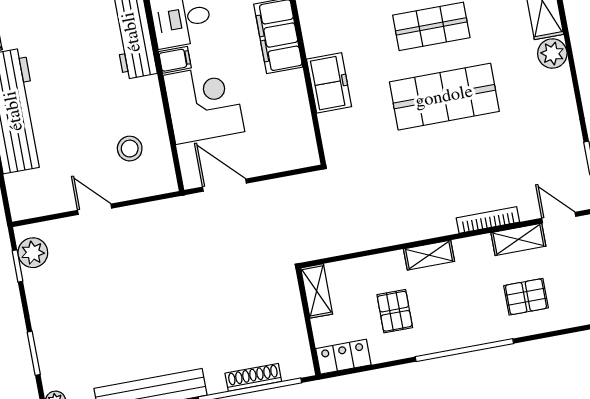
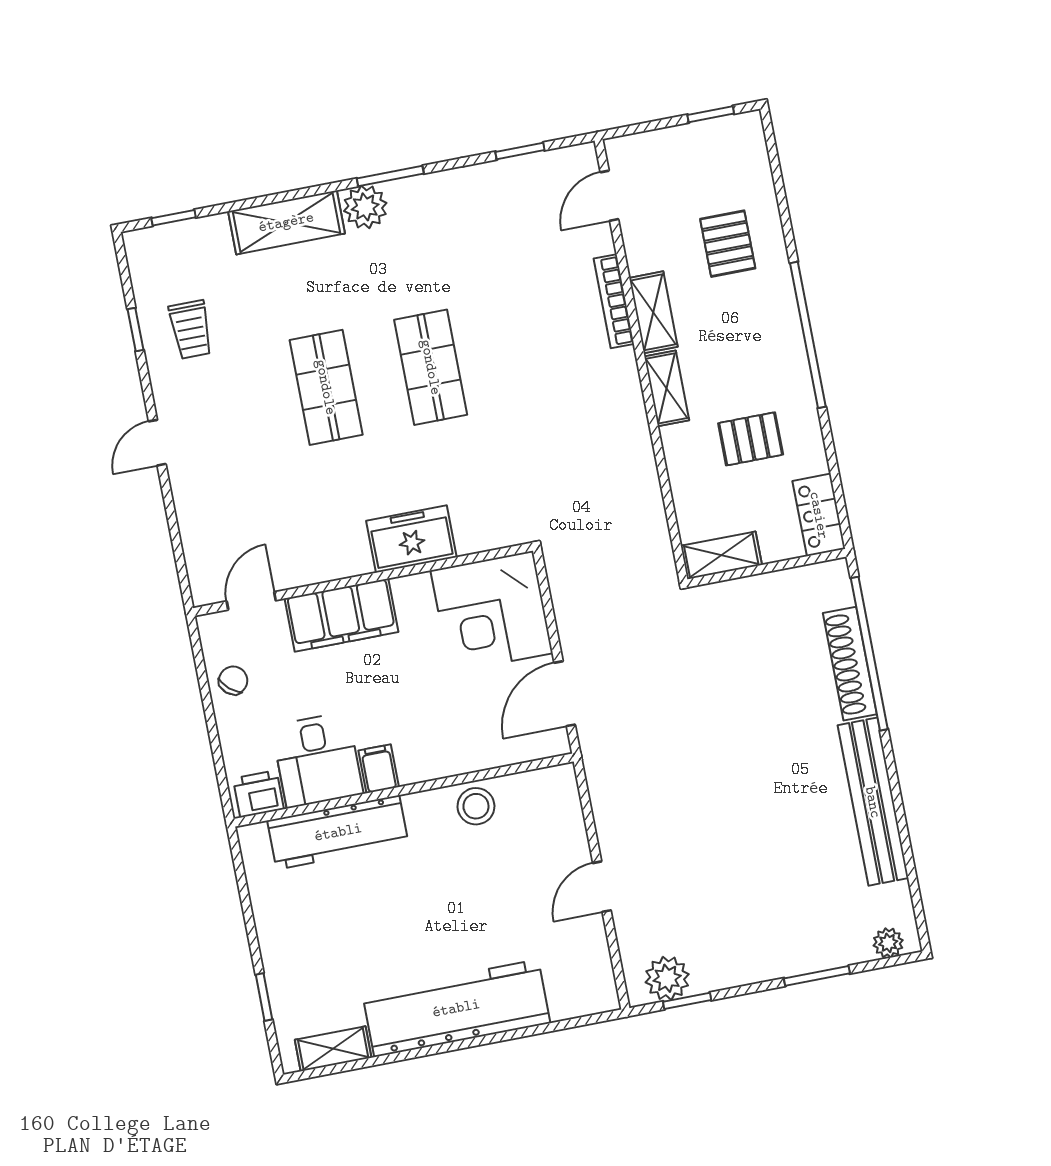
window: (573, 70) -> (390, 176), added
shop shelf: (444, 97) -> (431, 367), width x0.70, depth x0.74
corner desk: (204, 104) -> (492, 612), moved, turned -90
stool: (130, 149) -> (476, 806), moved
shelving: (518, 239) -> (653, 312), moved
shoe rack: (253, 377) -> (850, 664), width x1.36, depth x1.24

